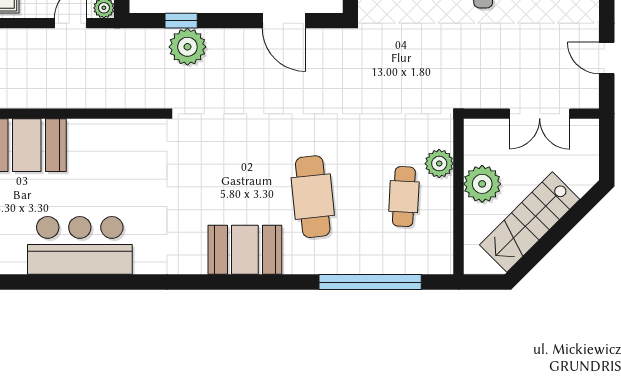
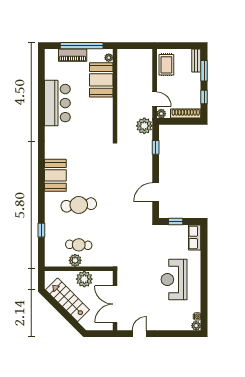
plant: (187, 47) -> (144, 126), moved
double door: (540, 114) -> (115, 304), width x1.37
plant: (439, 164) -> (75, 260), moved
window: (370, 282) -> (41, 230), width x0.32

